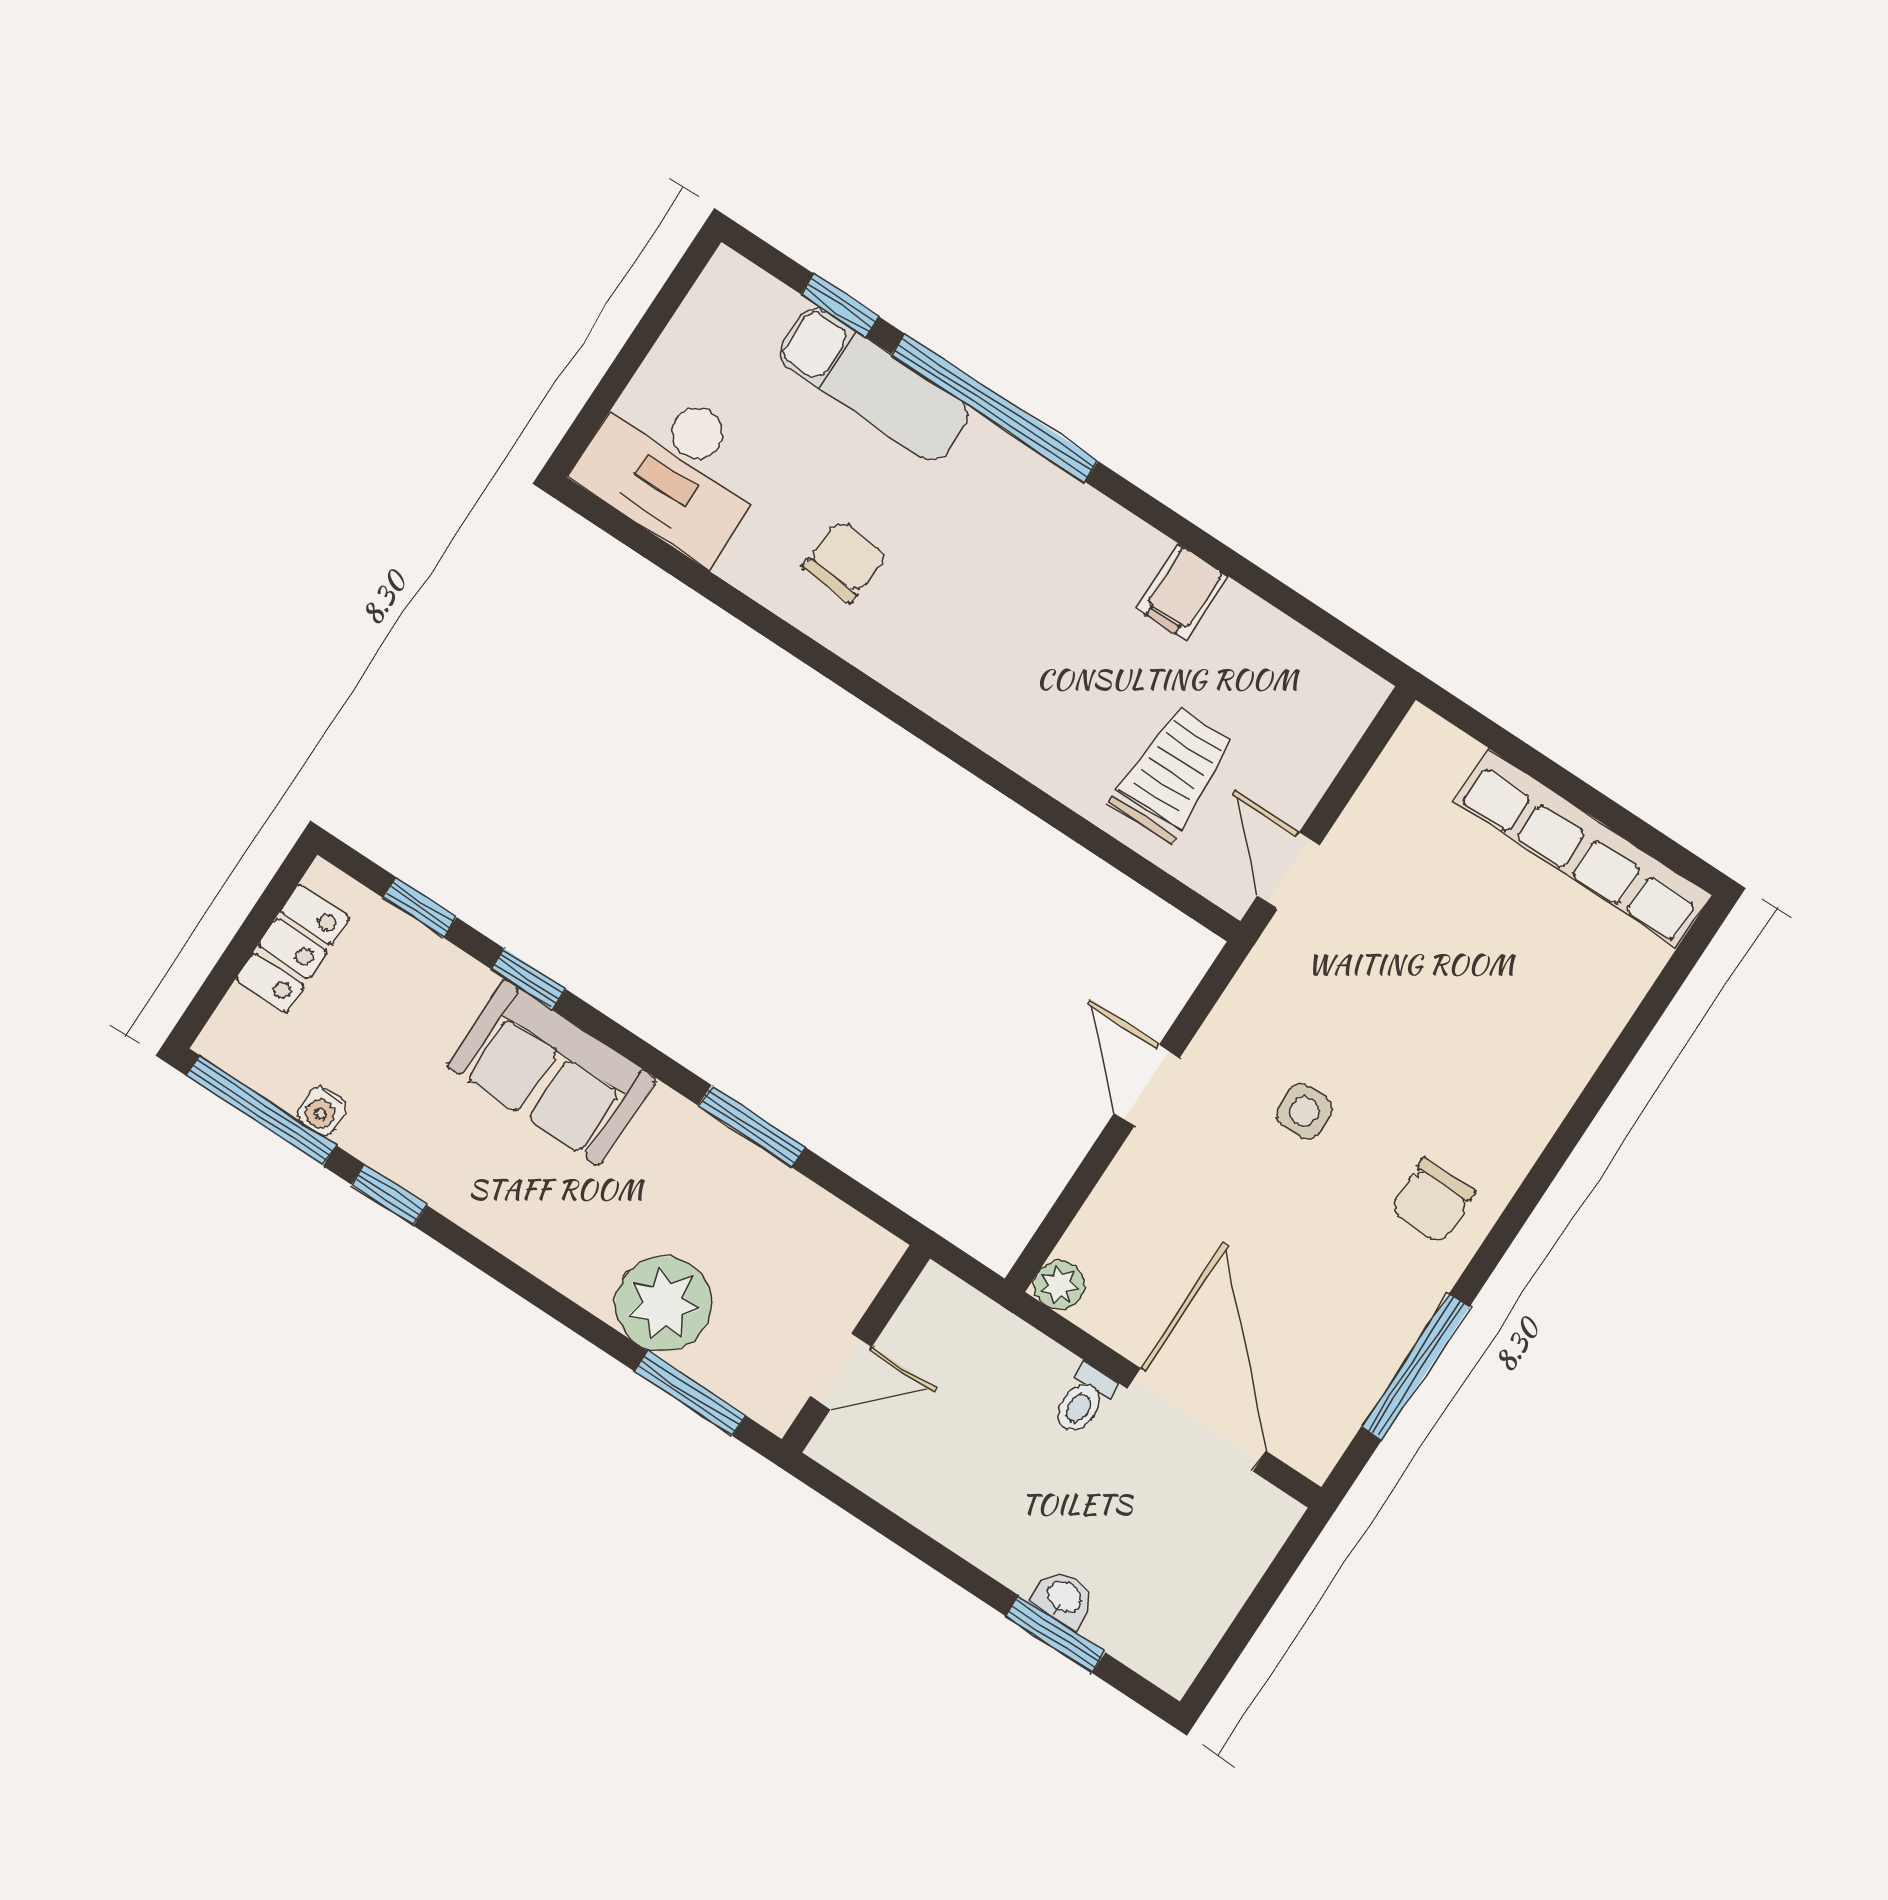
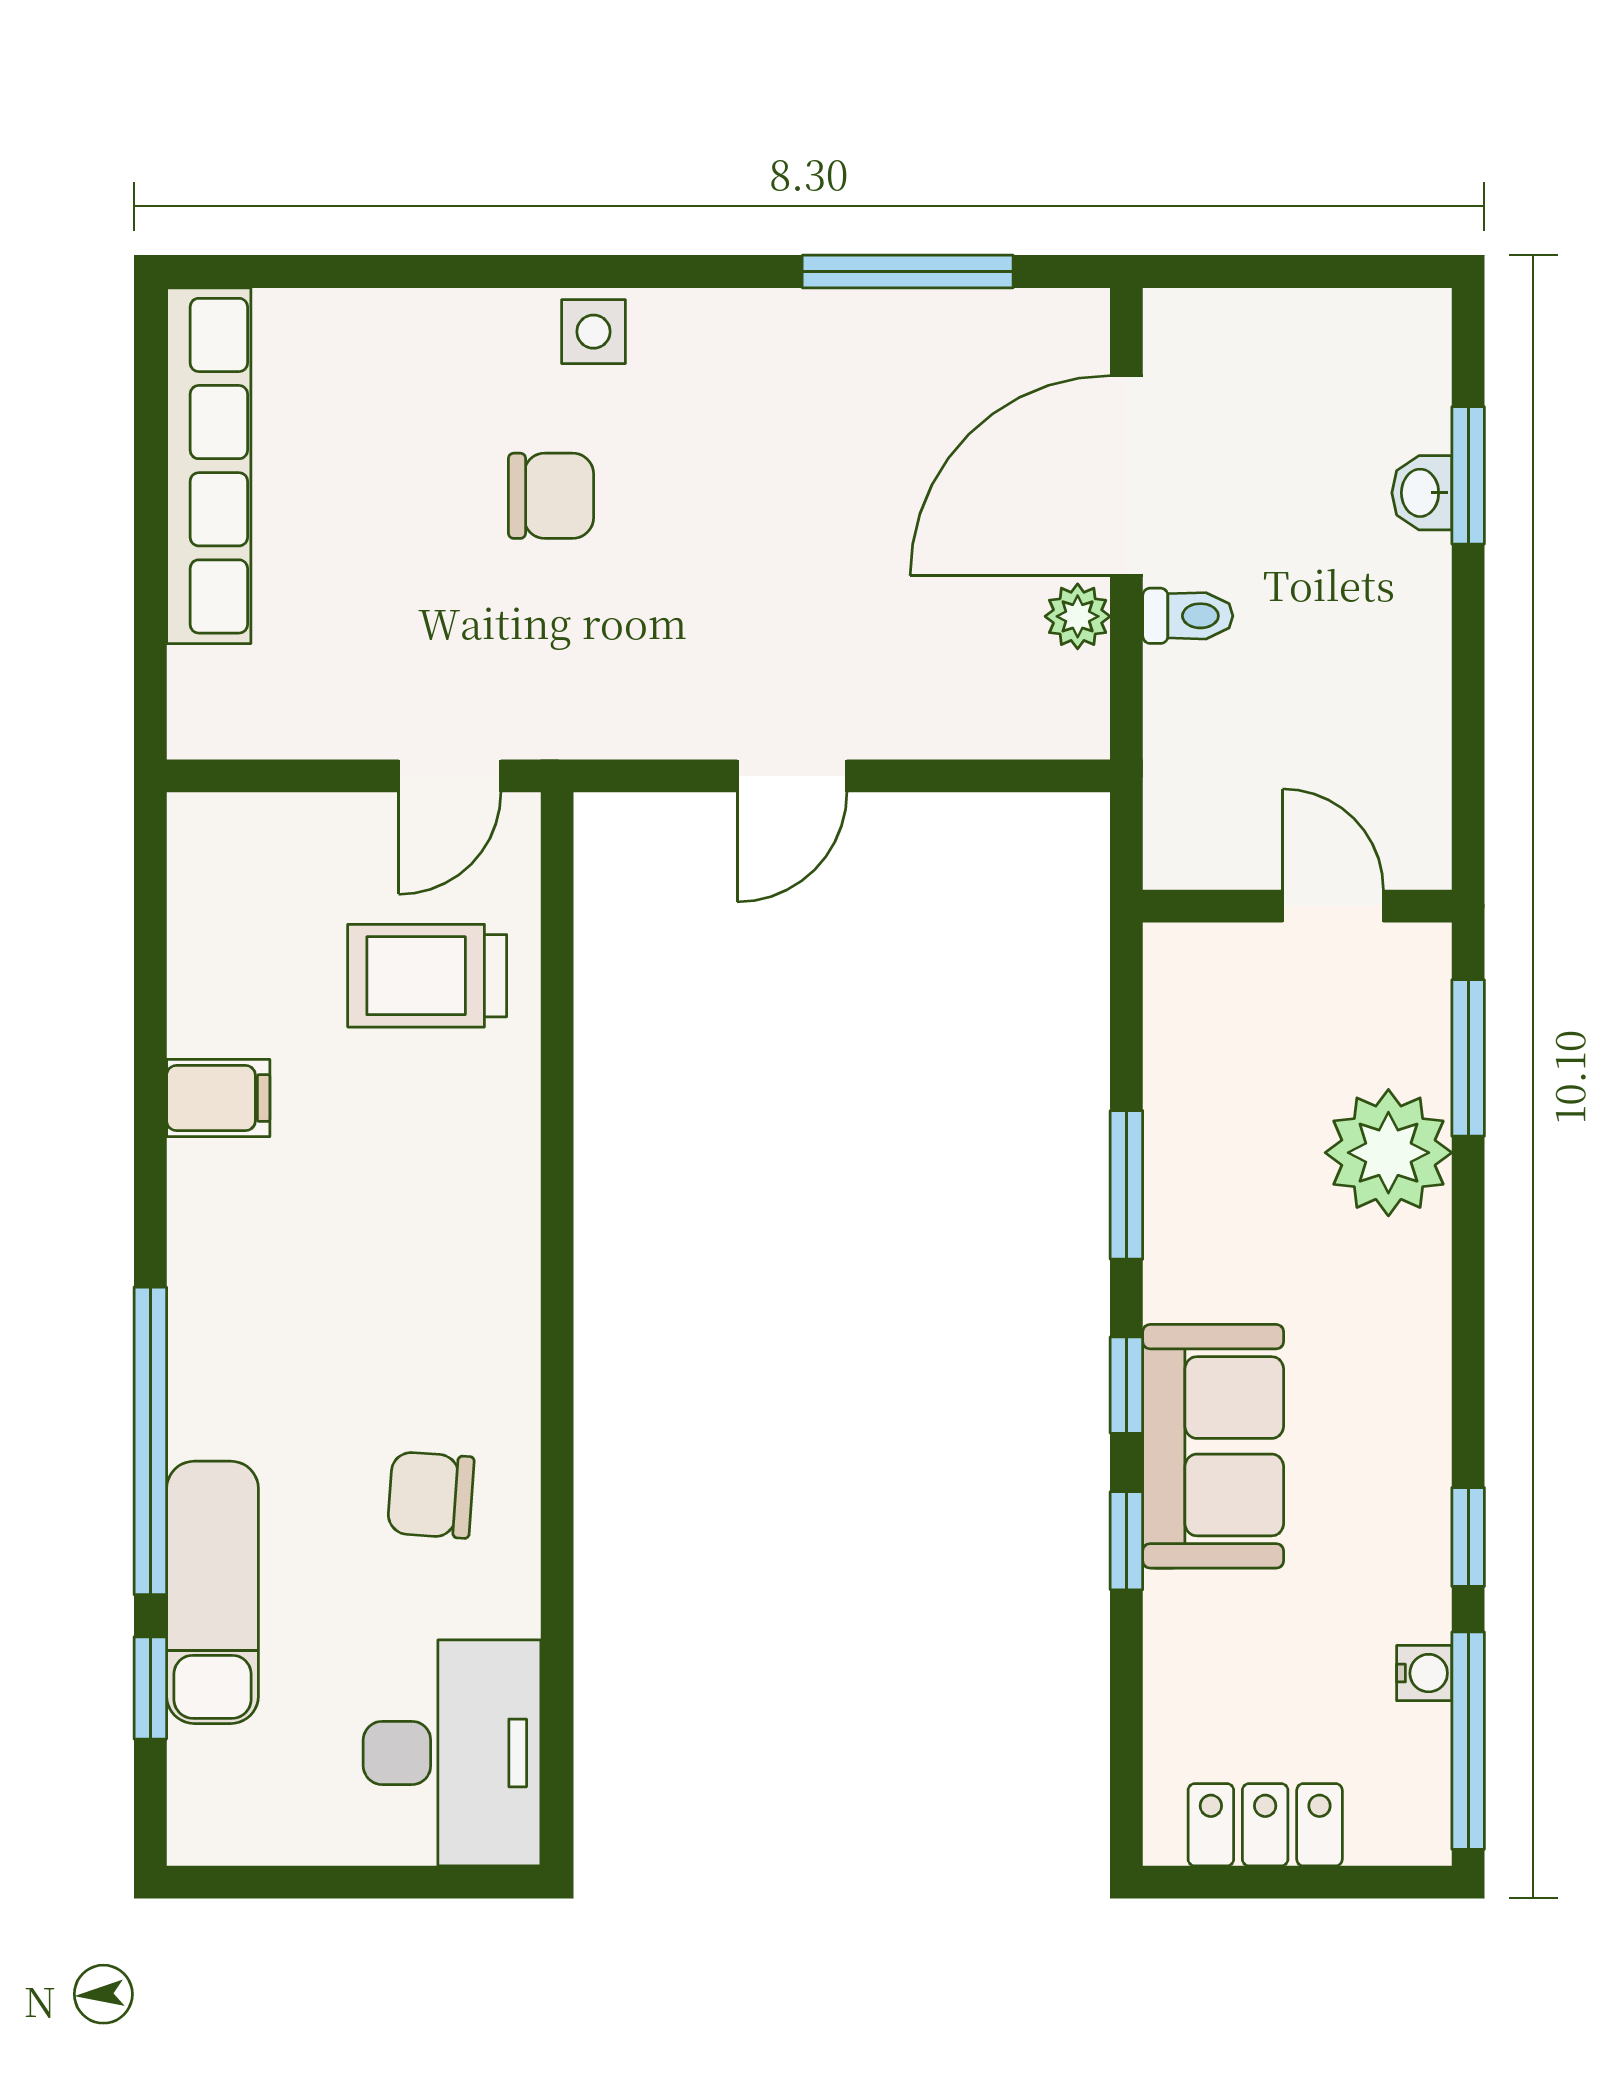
window: (420, 907) -> (1126, 1385), moved
side table: (1304, 1112) -> (594, 332), moved
chair: (1433, 1201) -> (551, 496), moved
plant: (1059, 1285) -> (1078, 616), moved

